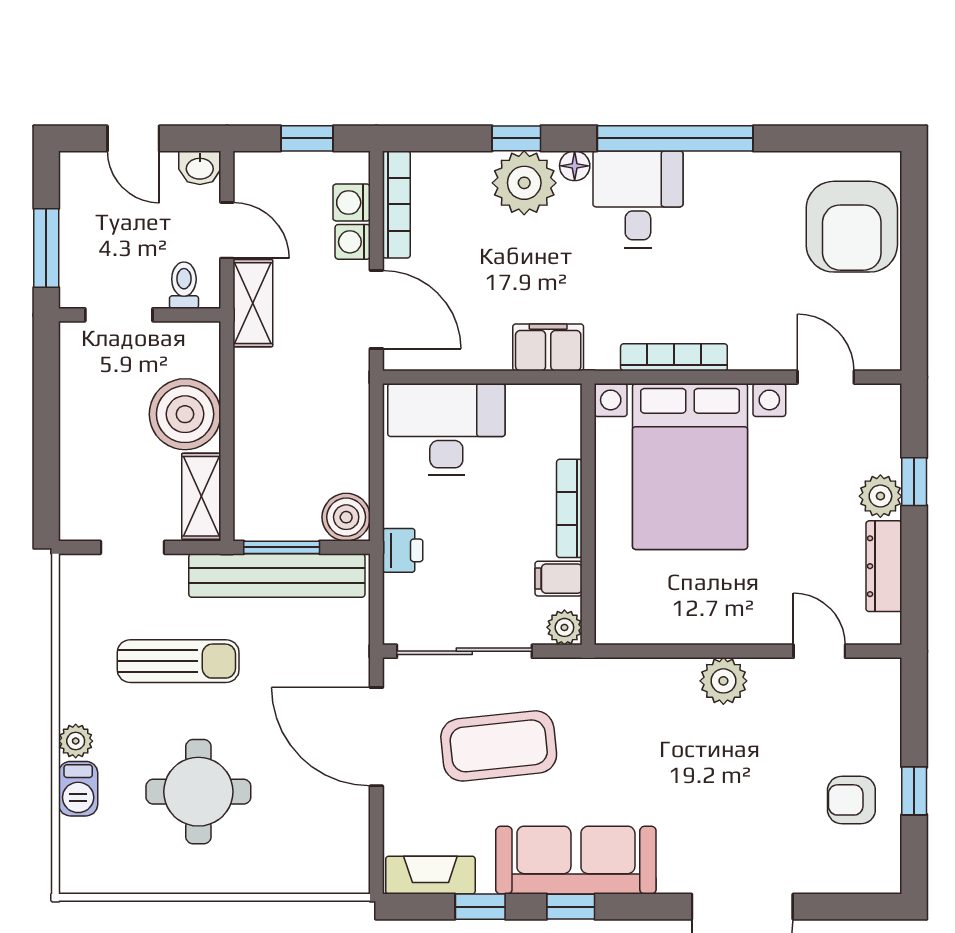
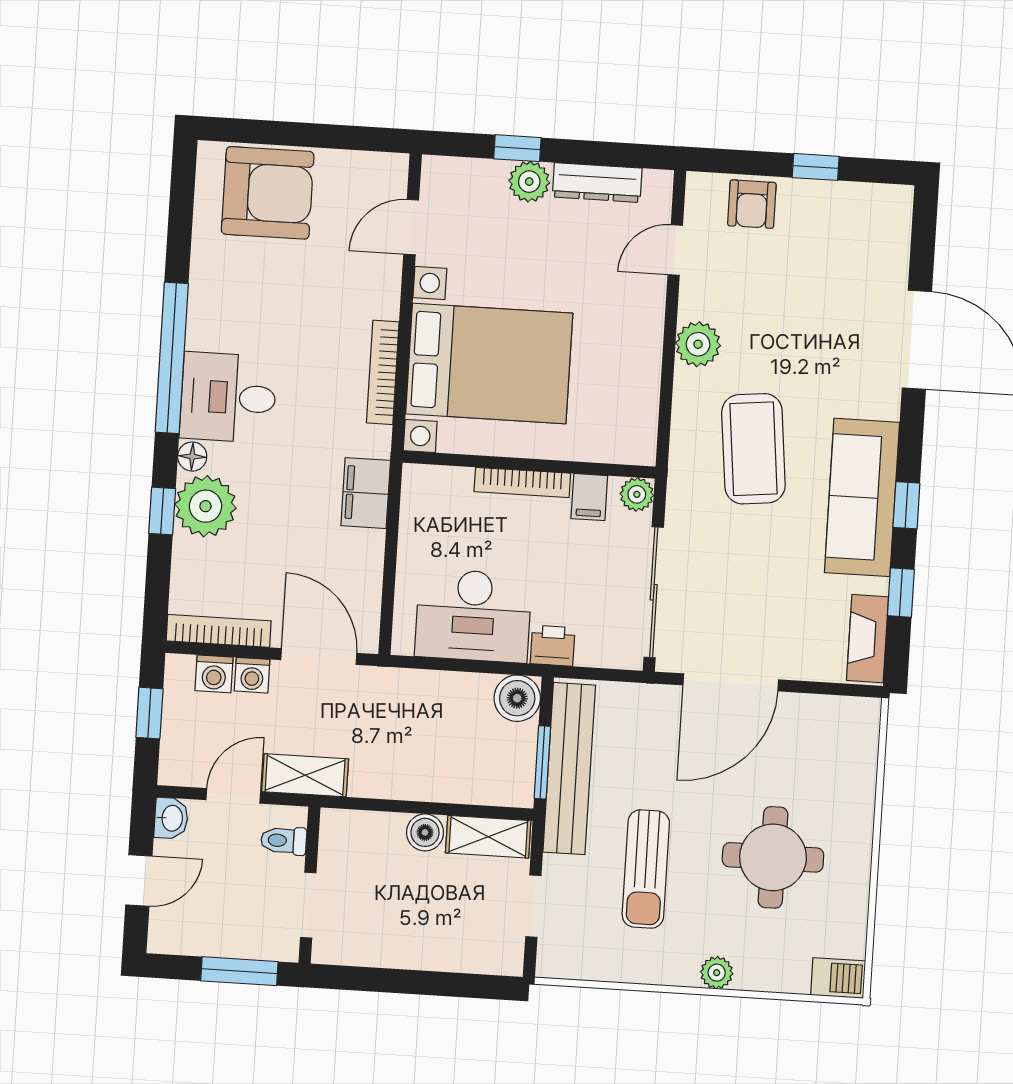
door: (376, 309) -> (319, 656), hinge flipped
boiler: (185, 414) -> (425, 832), width x0.54, depth x0.54
desk: (446, 429) -> (473, 616), moved, turned -90
sun lounger: (178, 661) -> (646, 869), turned 180
coffee table: (499, 746) -> (753, 449), moved
barbecue: (78, 789) -> (838, 978), moved
armchair: (851, 800) -> (752, 204), moved

